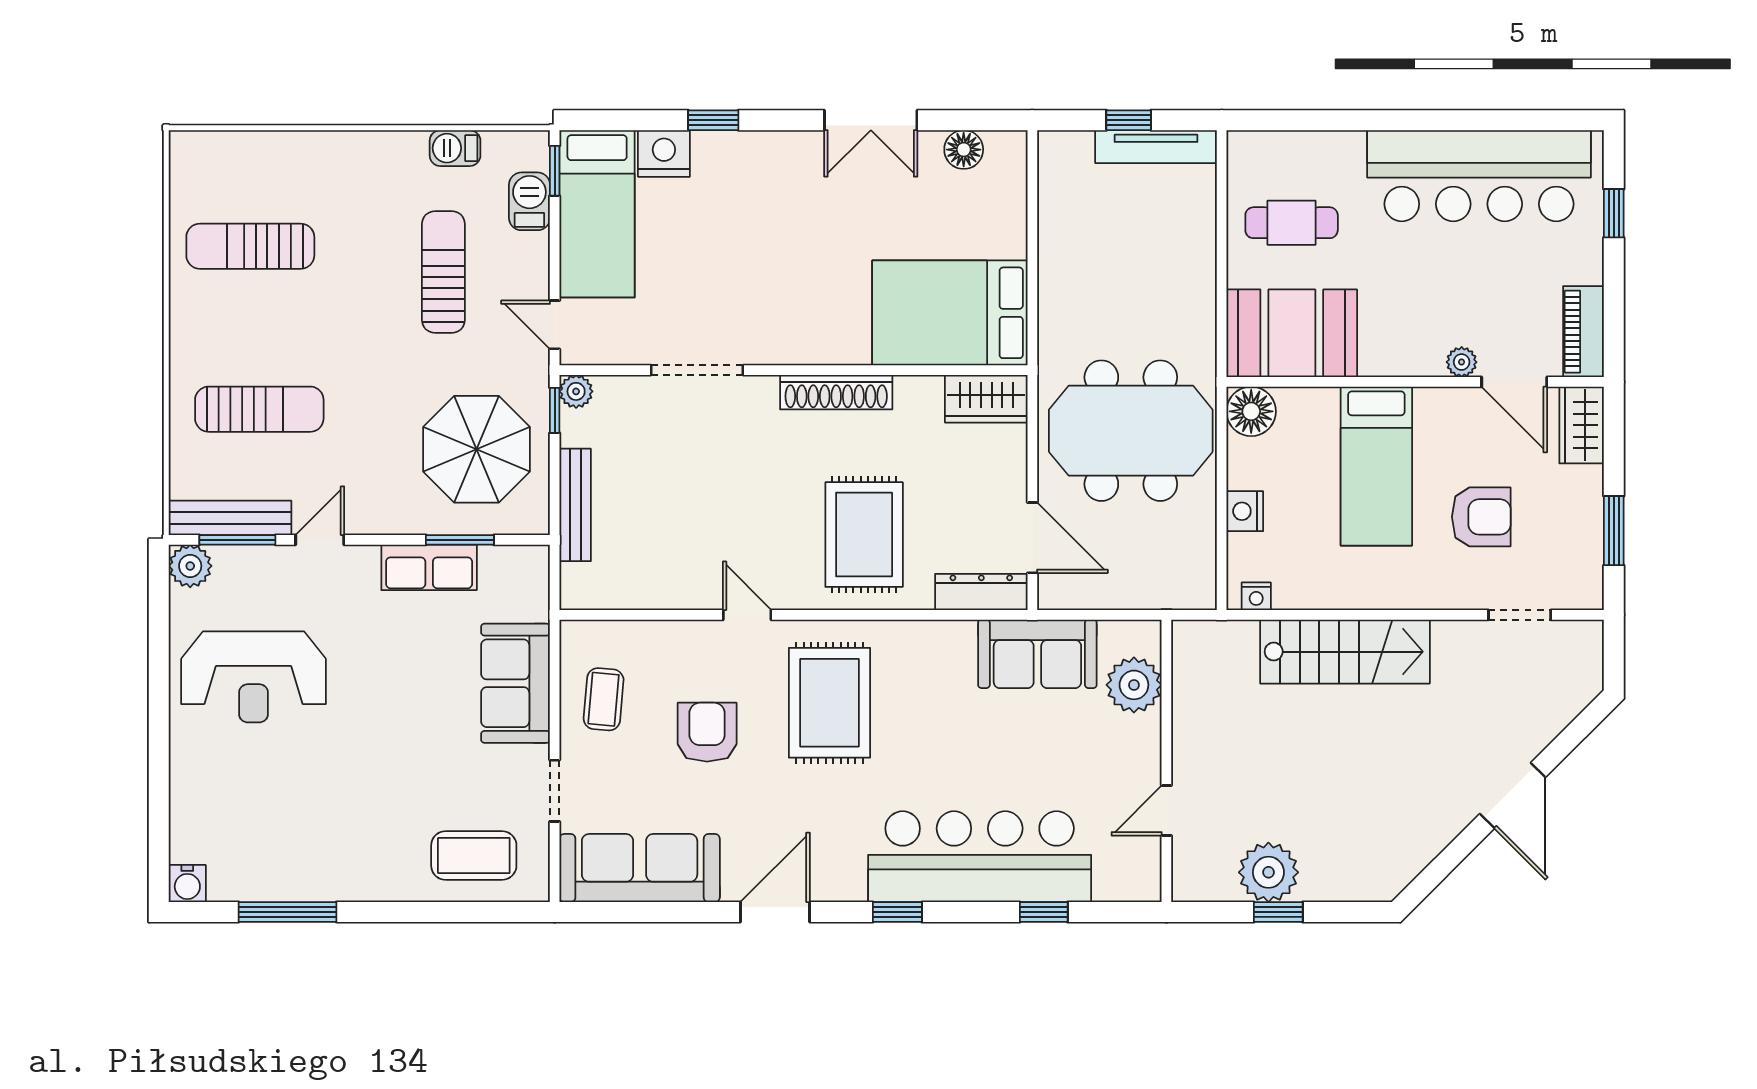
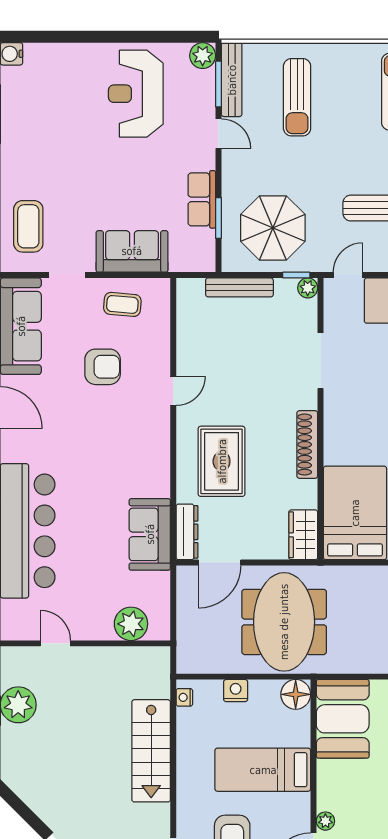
rug: (864, 535) -> (222, 461), turned 90
sofa: (1037, 654) -> (150, 534), moved
rug: (829, 703) -> (120, 440), removed

